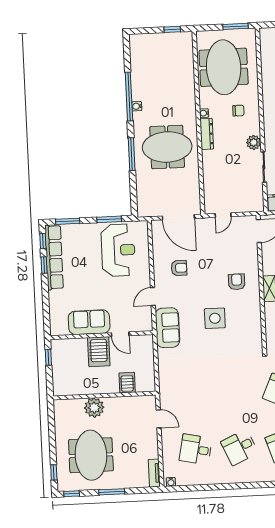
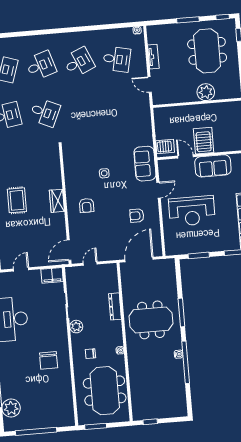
dresser: (207, 134) -> (115, 306), moved
door: (223, 215) -> (90, 264), moved
door: (178, 217) -> (139, 260), hinge flipped
reception desk: (118, 250) -> (192, 211), moved, turned -90
side table: (215, 318) -> (104, 173), width x0.54, depth x0.54
server rack: (127, 383) -> (165, 146), moved, turned -90
tv unit: (154, 473) -> (153, 57), moved

